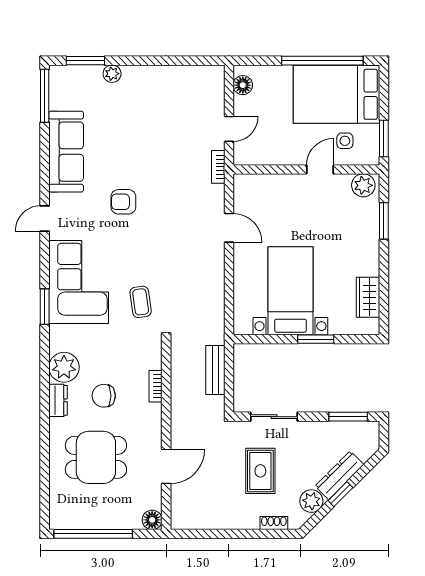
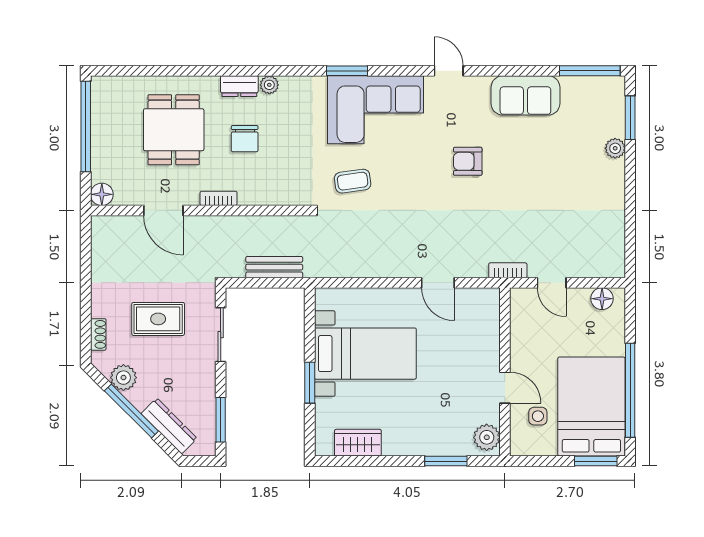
window: (384, 138) -> (596, 461), moved
sofa: (66, 152) -> (525, 95), width x0.73
armchair: (123, 202) -> (468, 161), turned -90
door: (229, 228) -> (438, 283), hinge flipped
plant: (64, 367) -> (269, 85), width x0.53, depth x0.53
bookcase: (156, 386) -> (219, 198), moved
chair: (104, 396) -> (245, 139), turned 180
dresser: (339, 475) -> (169, 426), moved
window: (340, 494) -> (131, 411), width x2.17

